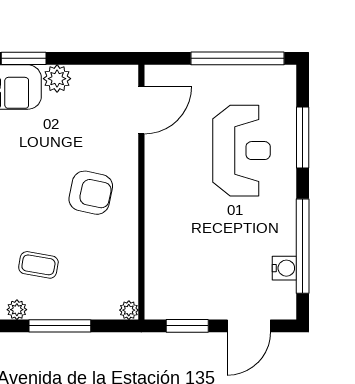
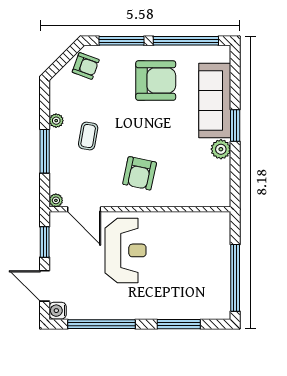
door: (141, 110) -> (84, 209), moved
reception desk: (241, 151) -> (126, 250), moved, turned -90
water cooler: (284, 268) -> (58, 311), moved, turned 90

